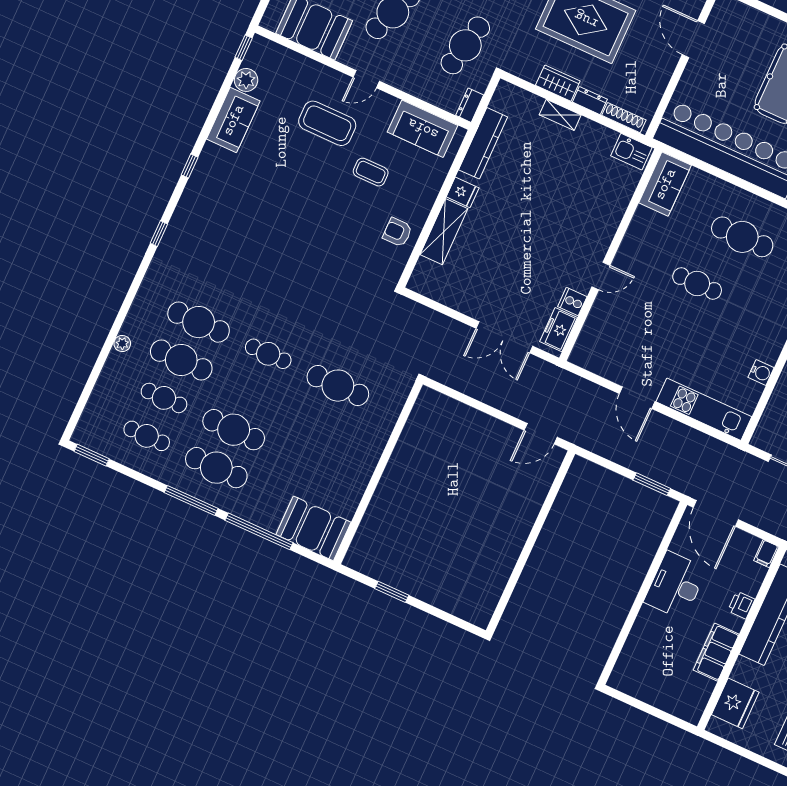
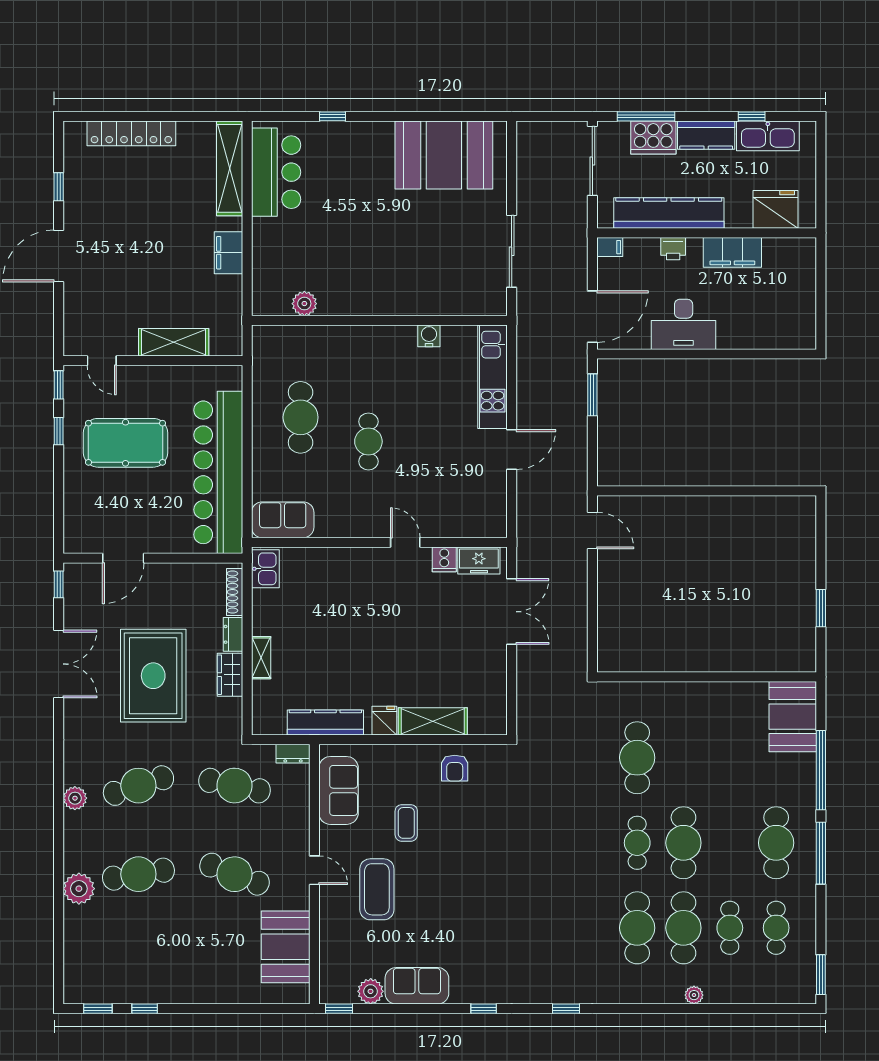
cafe table: (234, 430) -> (683, 843), moved

